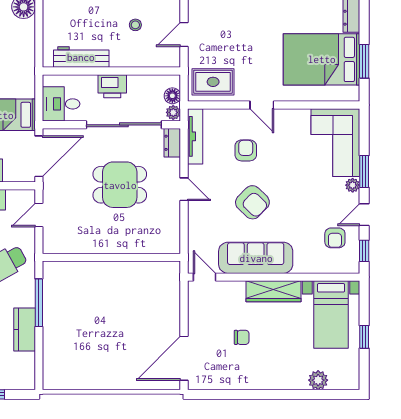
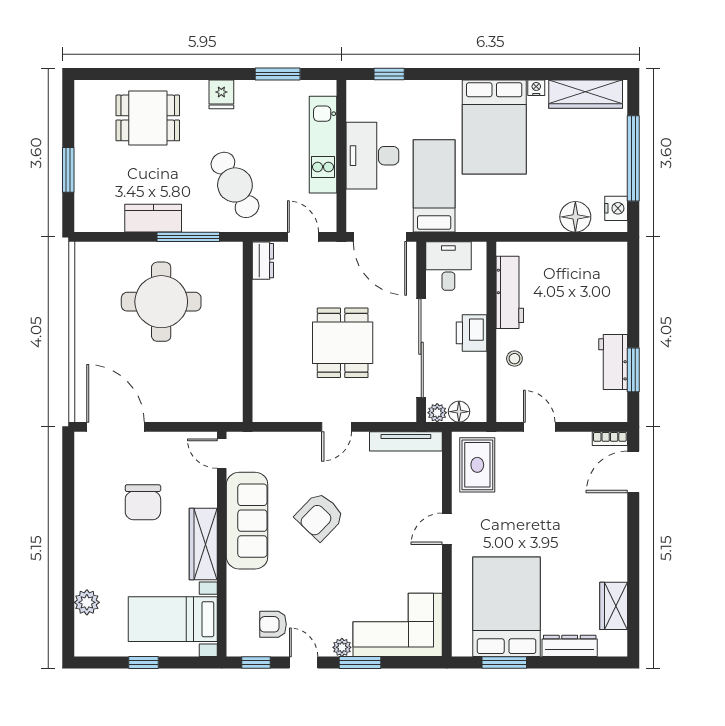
stool: (135, 25) -> (514, 359), moved
dresser: (172, 143) -> (263, 261), moved, turned 90
armchair: (246, 150) -> (388, 508), removed
door: (204, 277) -> (222, 454), swing flipped
round table: (88, 323) -> (161, 302), added
chair: (242, 337) -> (143, 502), width x1.87, depth x1.87

